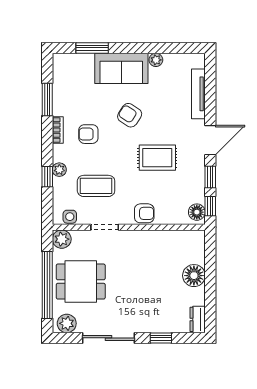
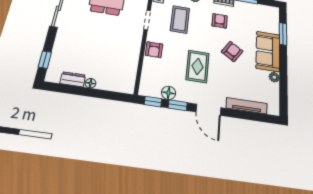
floor lamp: (197, 212) -> (169, 93), moved
floor lamp: (194, 276) -> (90, 83), width x0.53, depth x0.53
dresser: (198, 319) -> (73, 79), moved
window: (161, 338) -> (45, 60), moved

